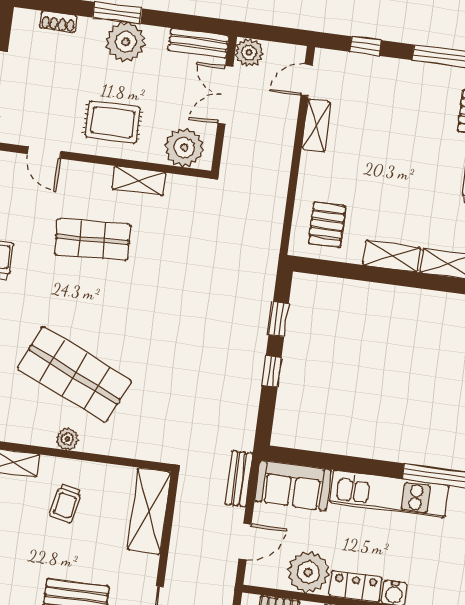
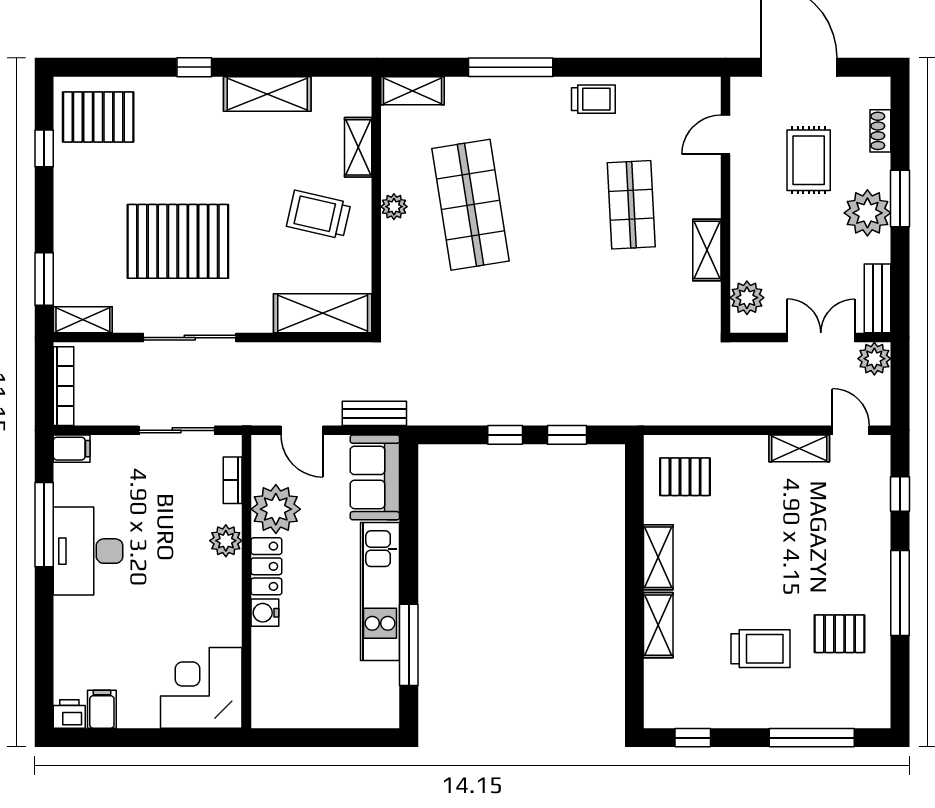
rug: (113, 122) -> (809, 160), moved
plant: (184, 147) -> (747, 298), width x0.73, depth x0.73
shop shelf: (74, 375) -> (470, 205), turned -33
trolley: (66, 503) -> (319, 215), width x1.36, depth x1.39

